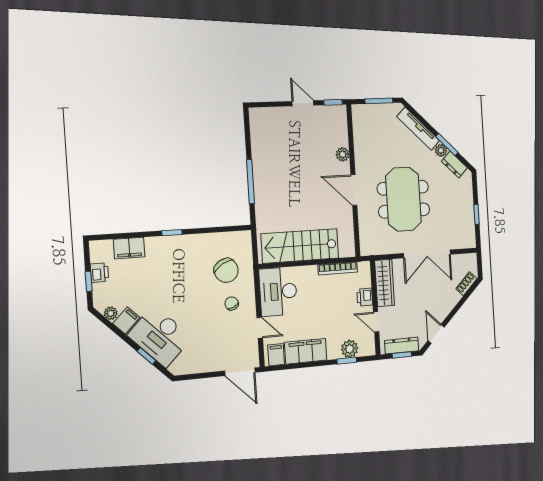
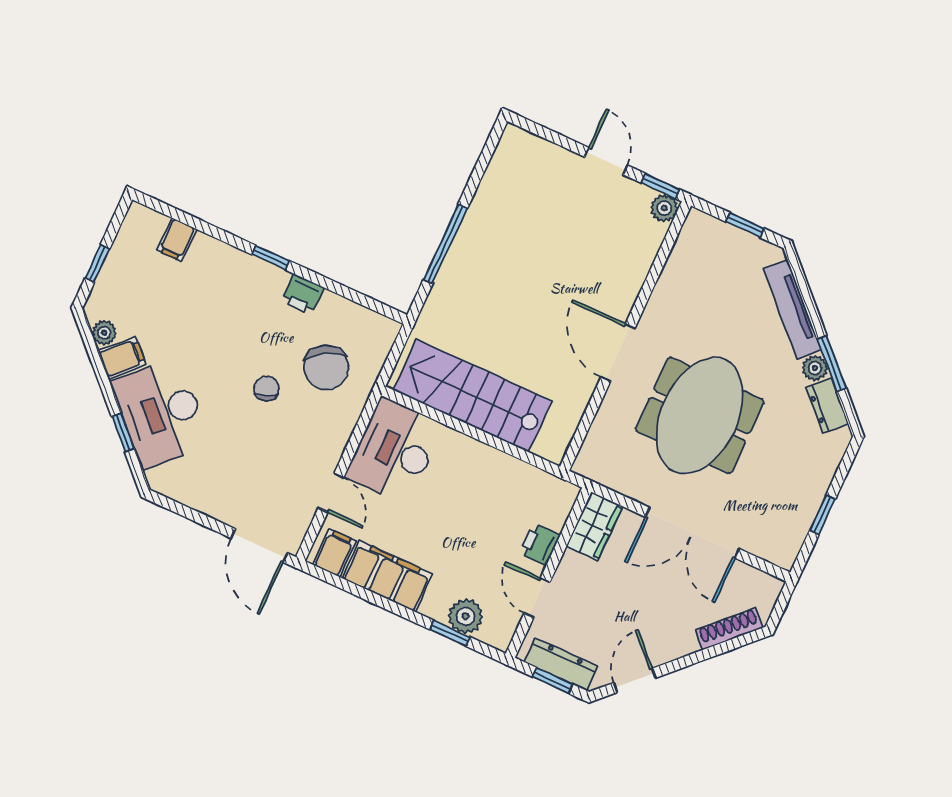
window: (379, 101) -> (745, 225), width x0.67
plant: (343, 154) -> (664, 208), moved
filing cabinet: (129, 248) -> (177, 240), width x0.50
bookcase: (338, 268) -> (518, 469), removed
printer: (99, 273) -> (302, 294), moved, turned 90
wardrobe: (385, 283) -> (594, 526), width x0.67
shoe rack: (466, 284) -> (729, 629), width x1.43
chair: (232, 303) -> (266, 389), moved

